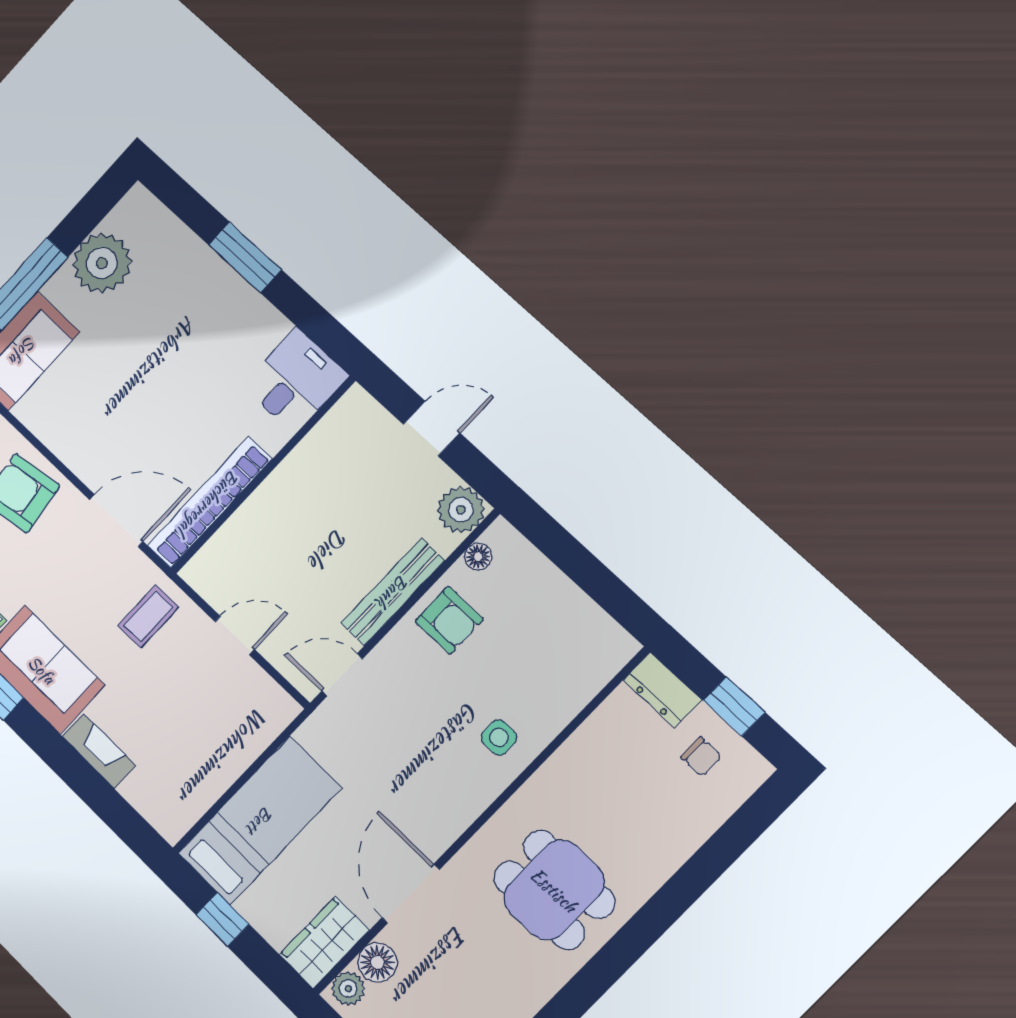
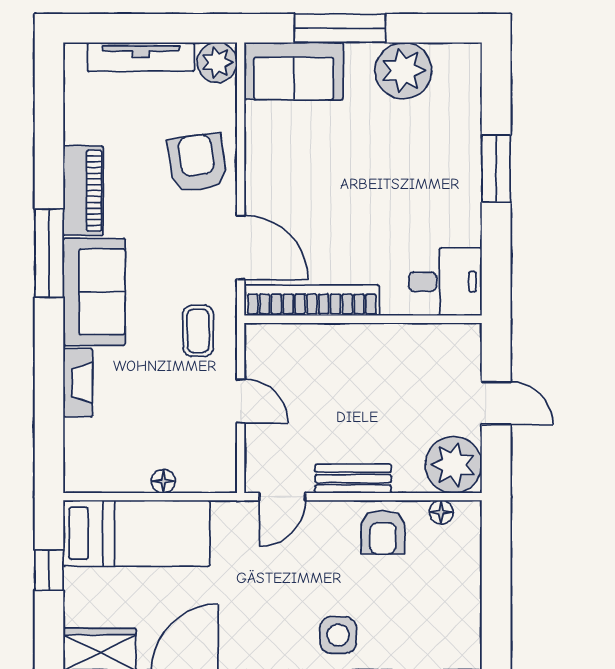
plant: (461, 510) -> (454, 465), width x1.36, depth x1.36
bench: (393, 592) -> (353, 479), width x0.73
coffee table: (148, 616) -> (198, 331), turned 90
door: (342, 675) -> (282, 497), swing flipped
side table: (499, 737) -> (338, 635), width x1.37, depth x1.37
floor lamp: (239, 759) -> (163, 481), added

